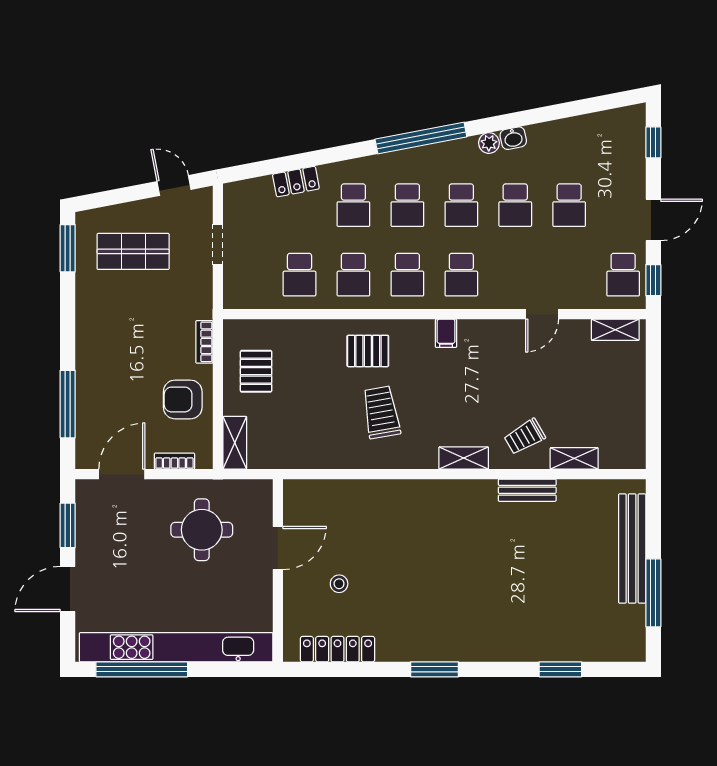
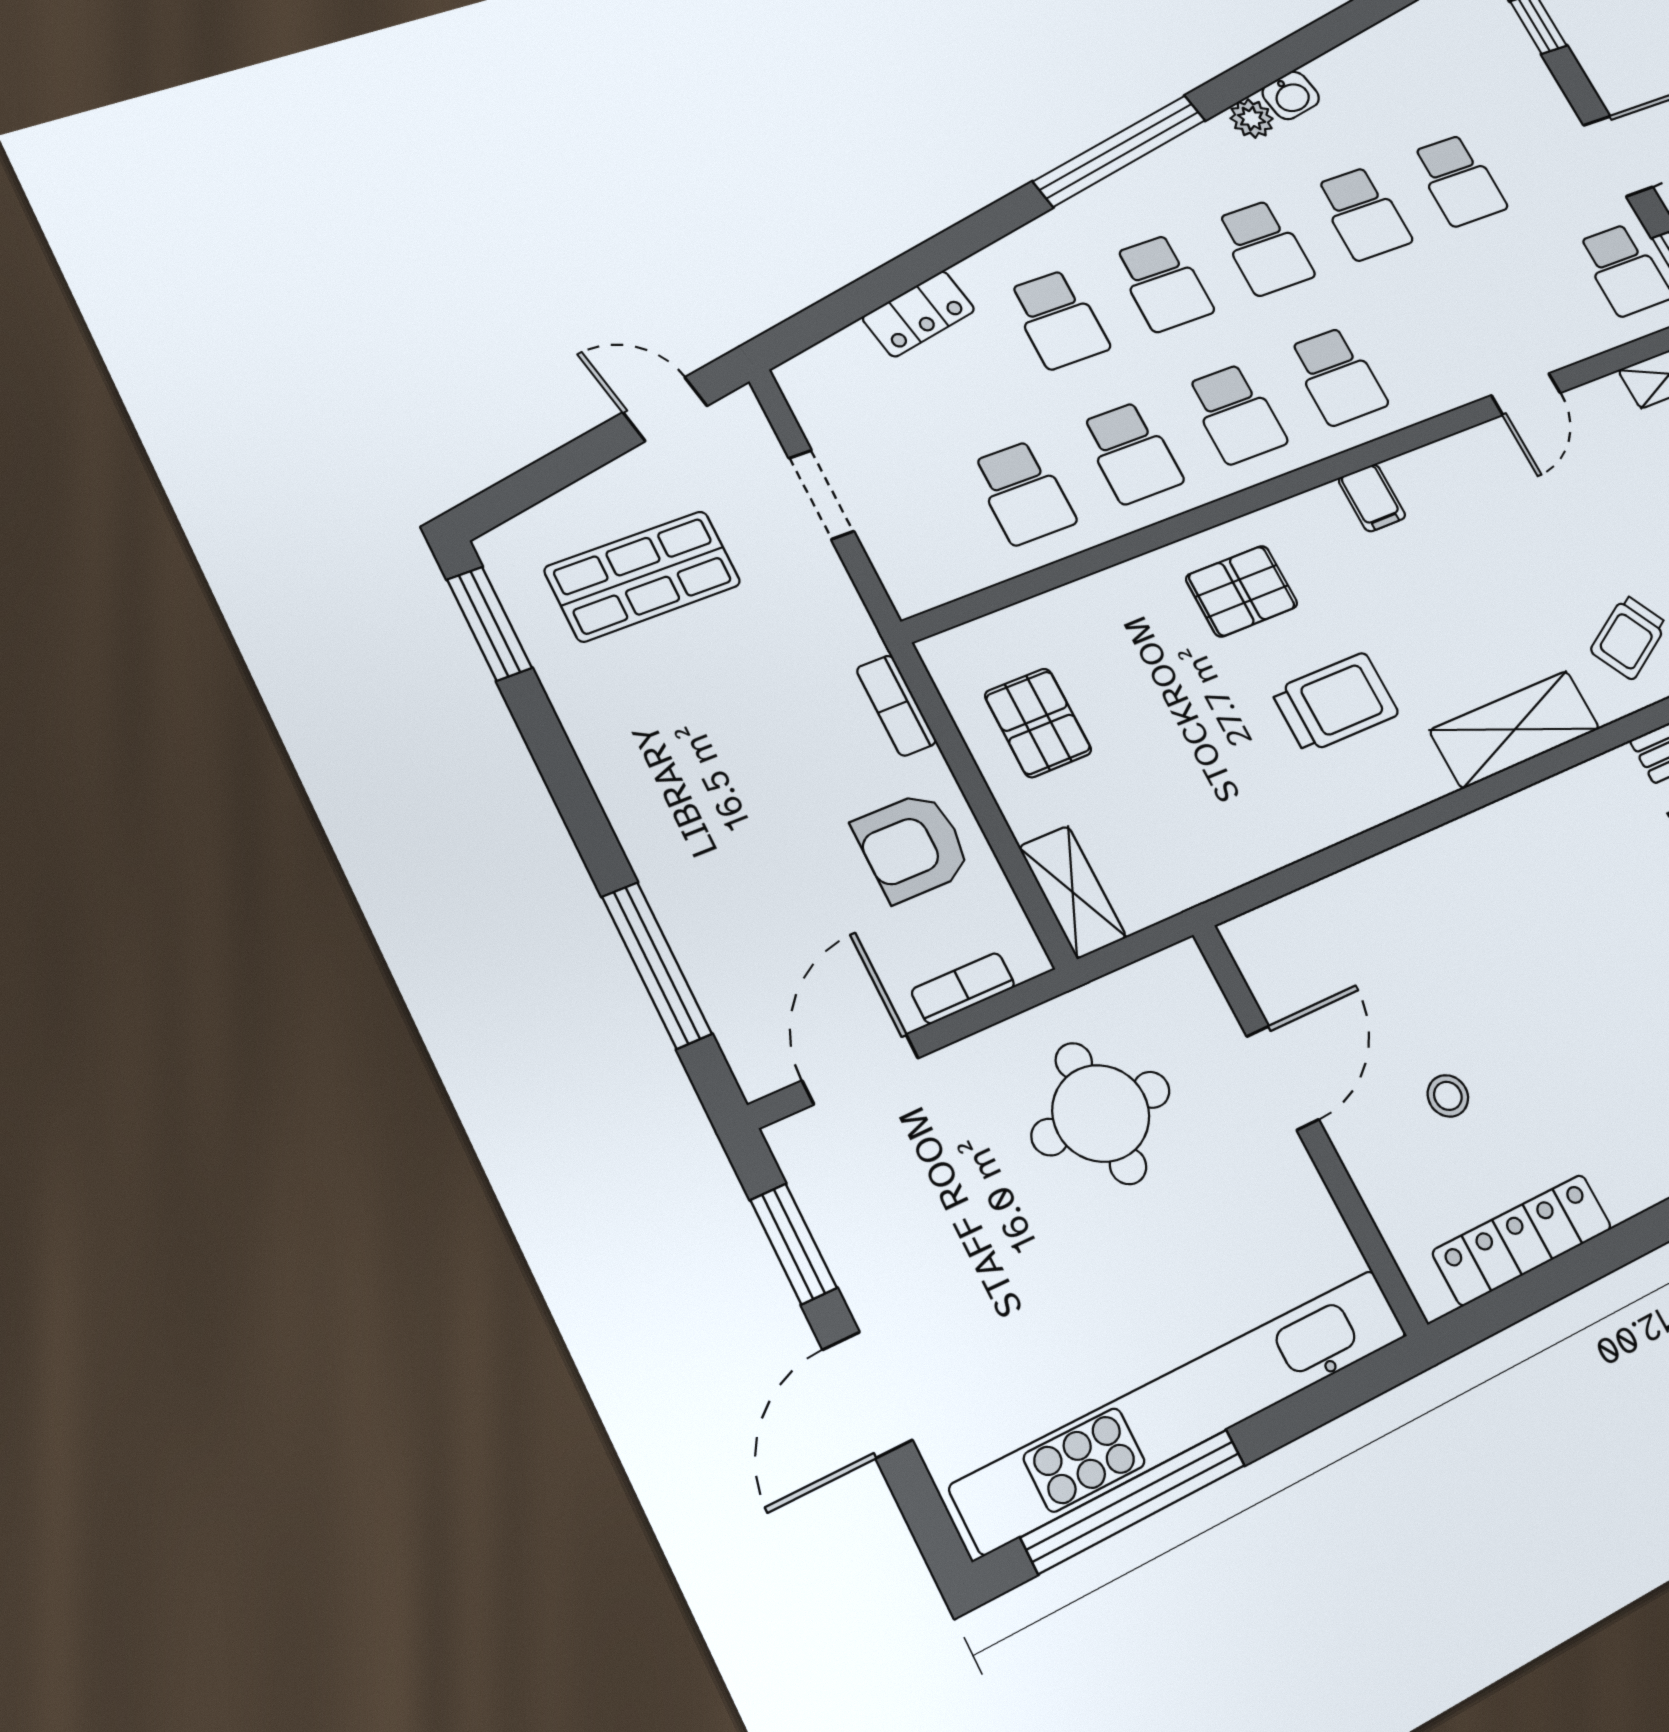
trolley: (381, 412) -> (1335, 703), turned 100
shelving: (464, 458) -> (1515, 729), width x1.50, depth x1.33

